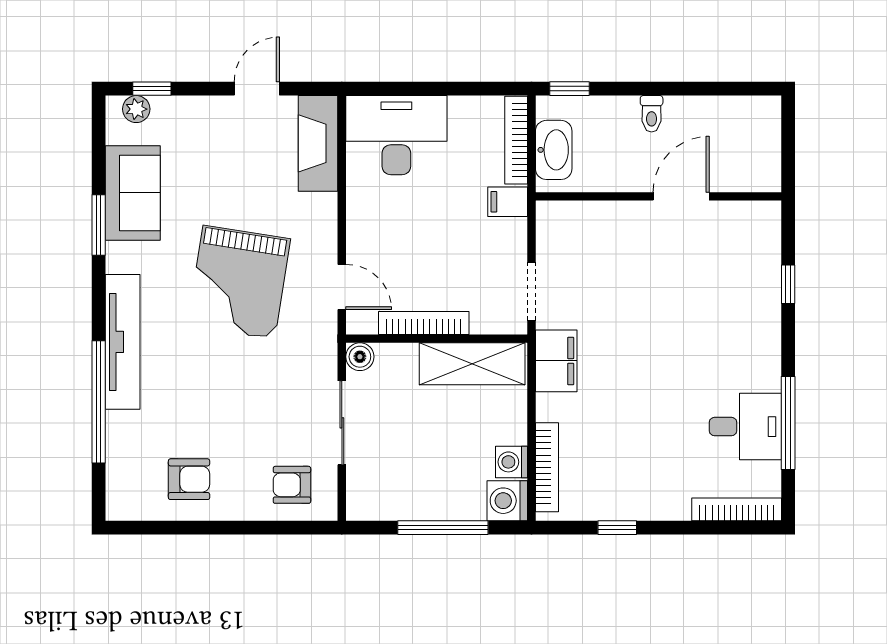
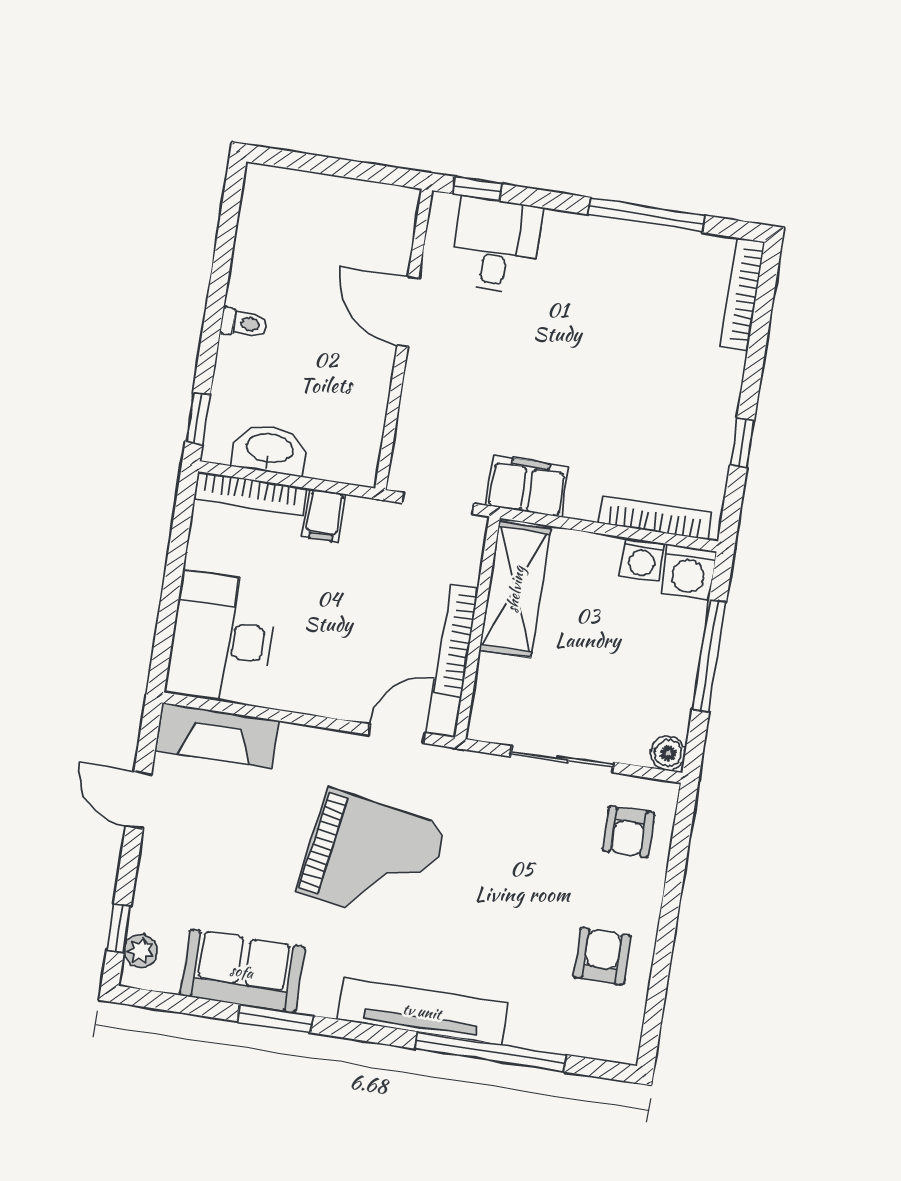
wall: (658, 196) -> (404, 339), moved
door: (681, 196) -> (408, 312), moved
boiler: (360, 357) -> (668, 753), moved
desk: (745, 427) -> (496, 245), moved

